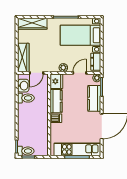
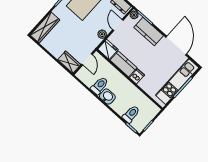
wardrobe: (23, 57) -> (69, 62), width x0.67
washbasin: (23, 86) -> (107, 97), moved
toilet: (26, 151) -> (131, 114), moved

